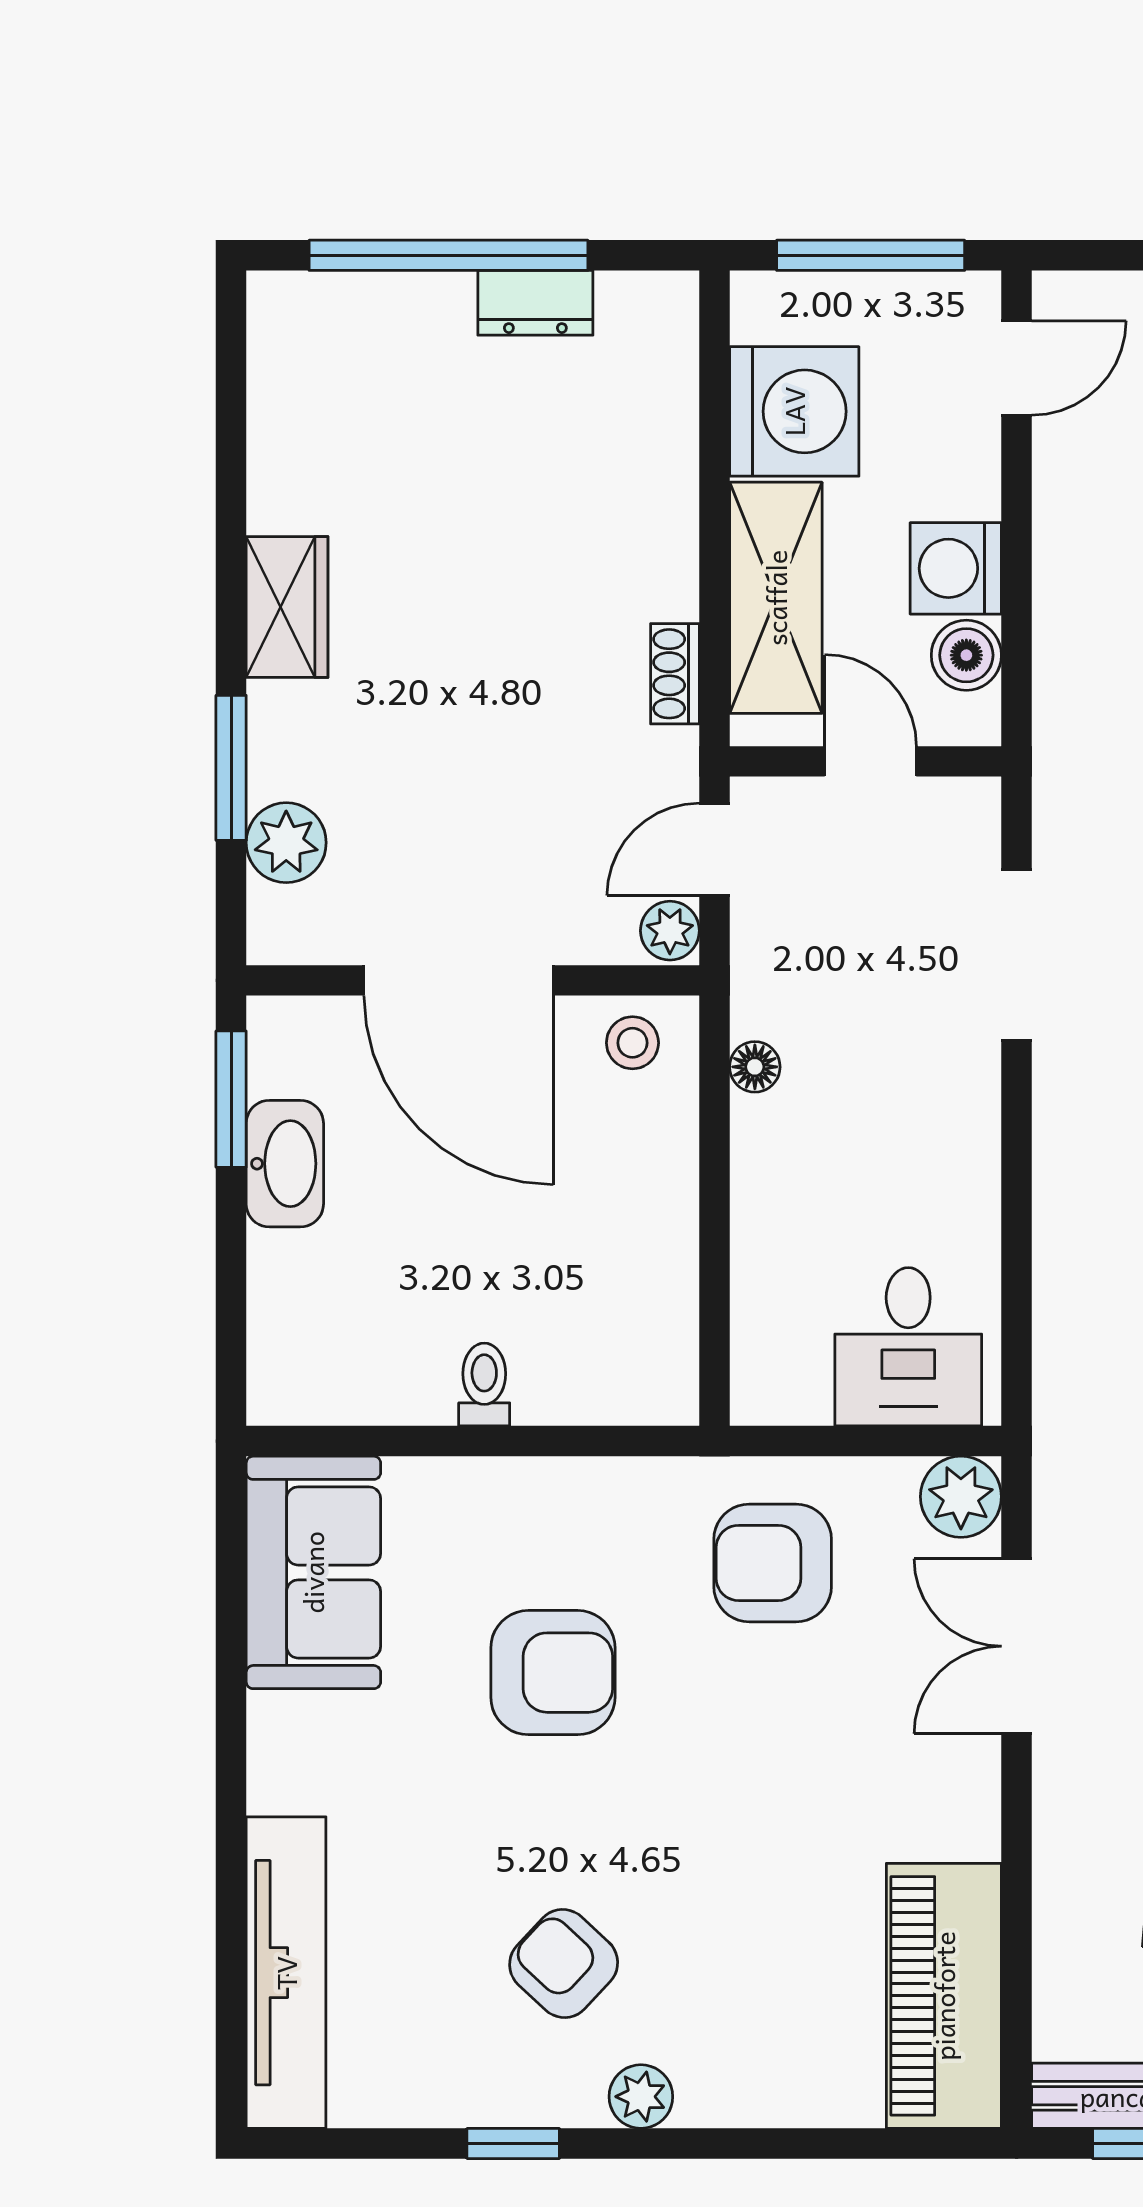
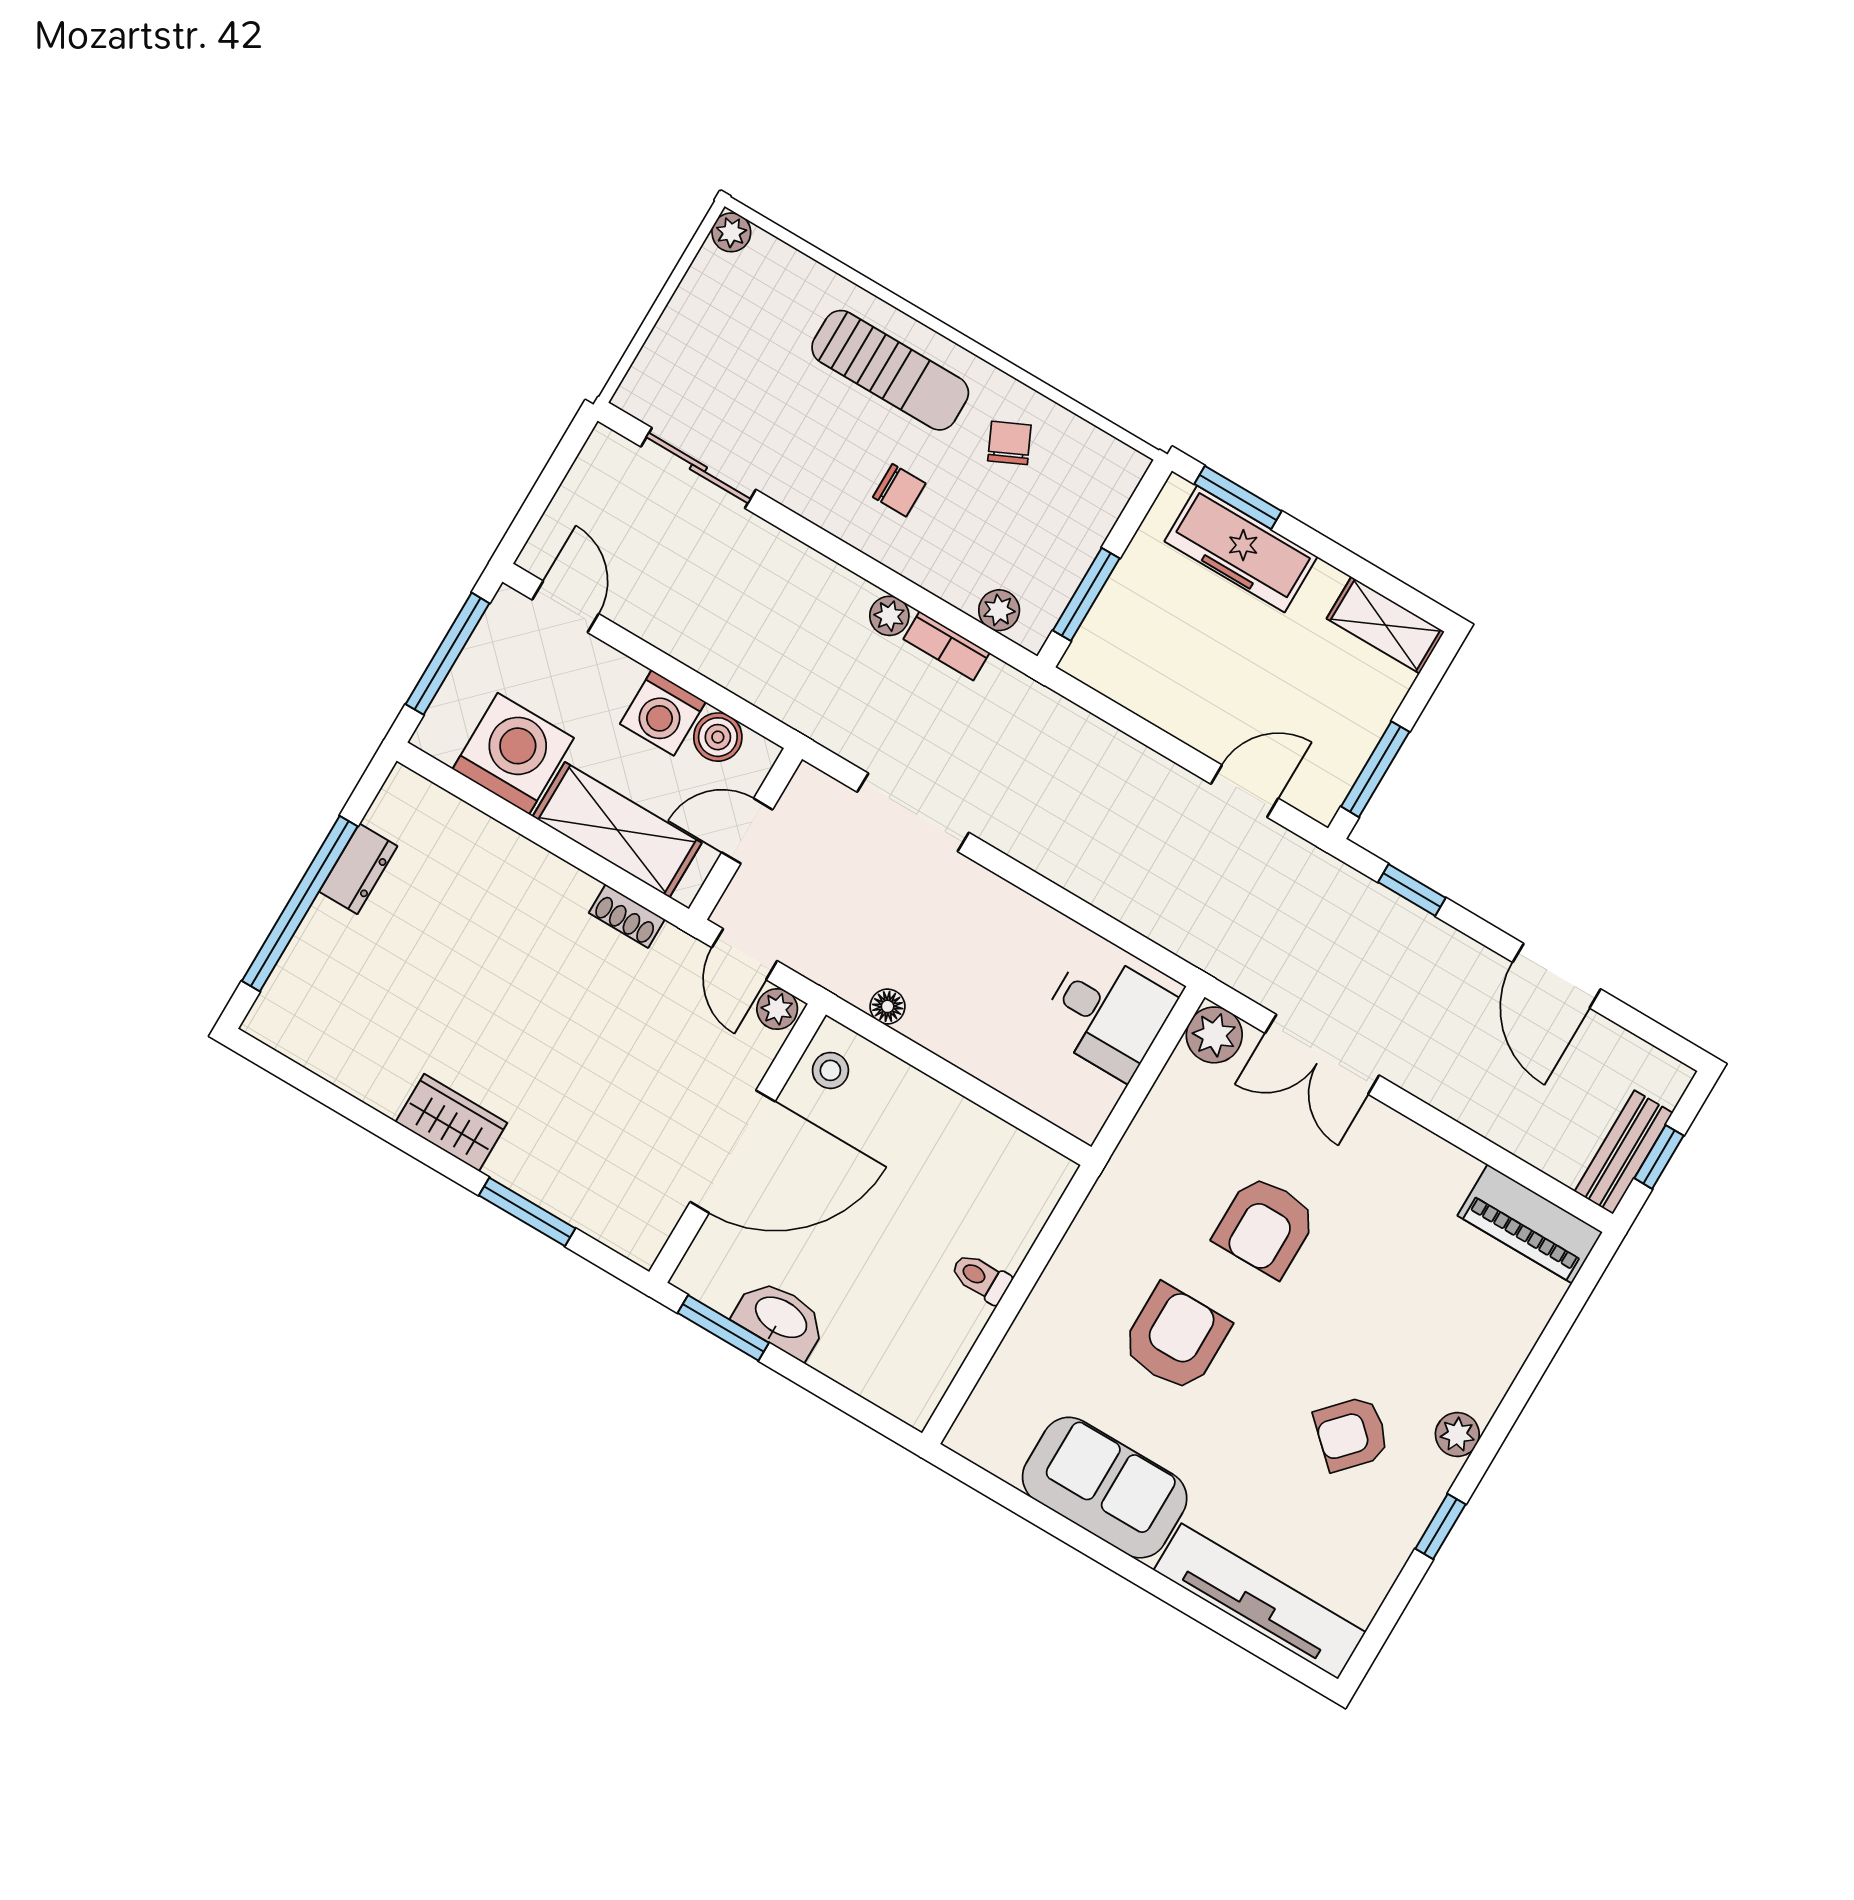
plant: (286, 843) -> (591, 1205), removed
armchair: (773, 1563) -> (1265, 1226), moved
sofa: (313, 1572) -> (1105, 1488), moved
piano: (944, 1996) -> (1530, 1224), width x0.73, depth x0.75

